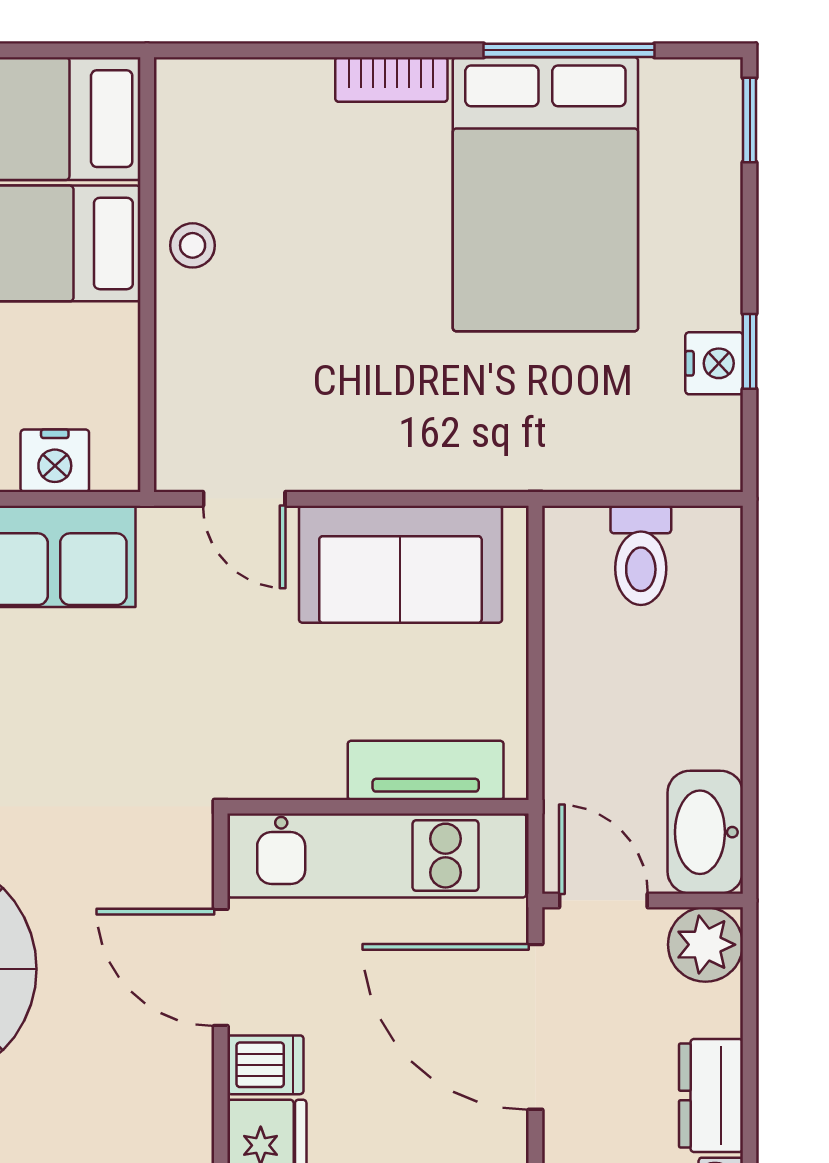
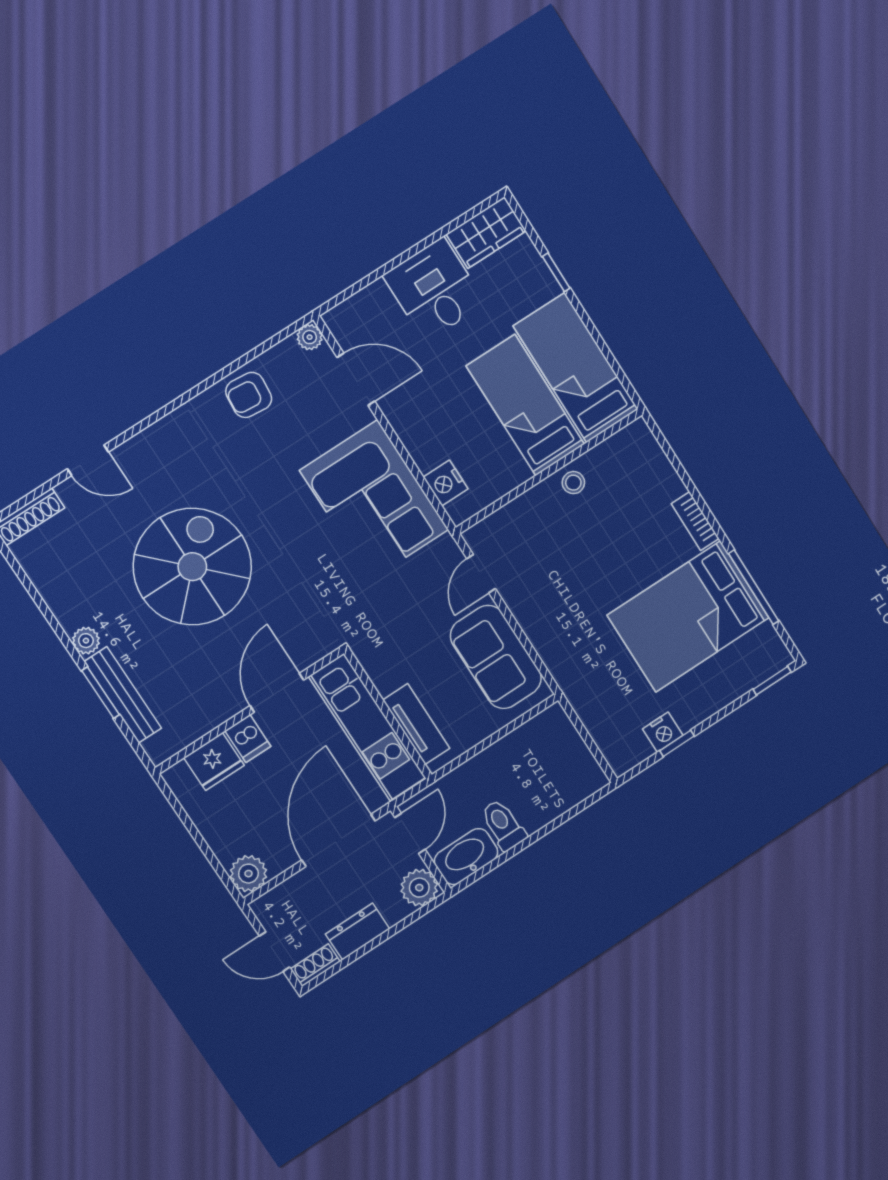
toilet: (641, 555) -> (503, 825), moved, turned 90

